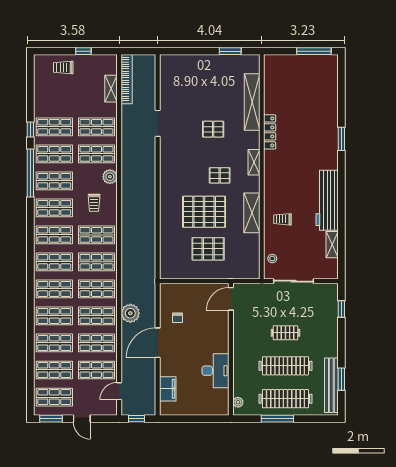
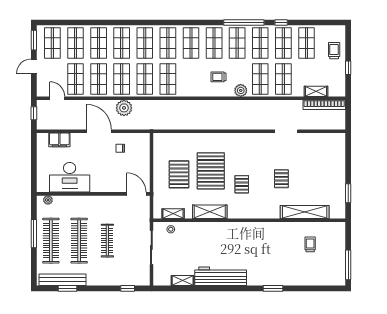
locker: (270, 132) -> (279, 227), removed
shelving: (254, 162) -> (173, 214), moved
trolley: (283, 219) -> (310, 244), moved
shop shelf: (97, 235) -> (306, 43), moved
clothes rail: (285, 333) -> (107, 241), width x1.36
desk: (215, 371) -> (70, 177), width x1.36, depth x1.30

